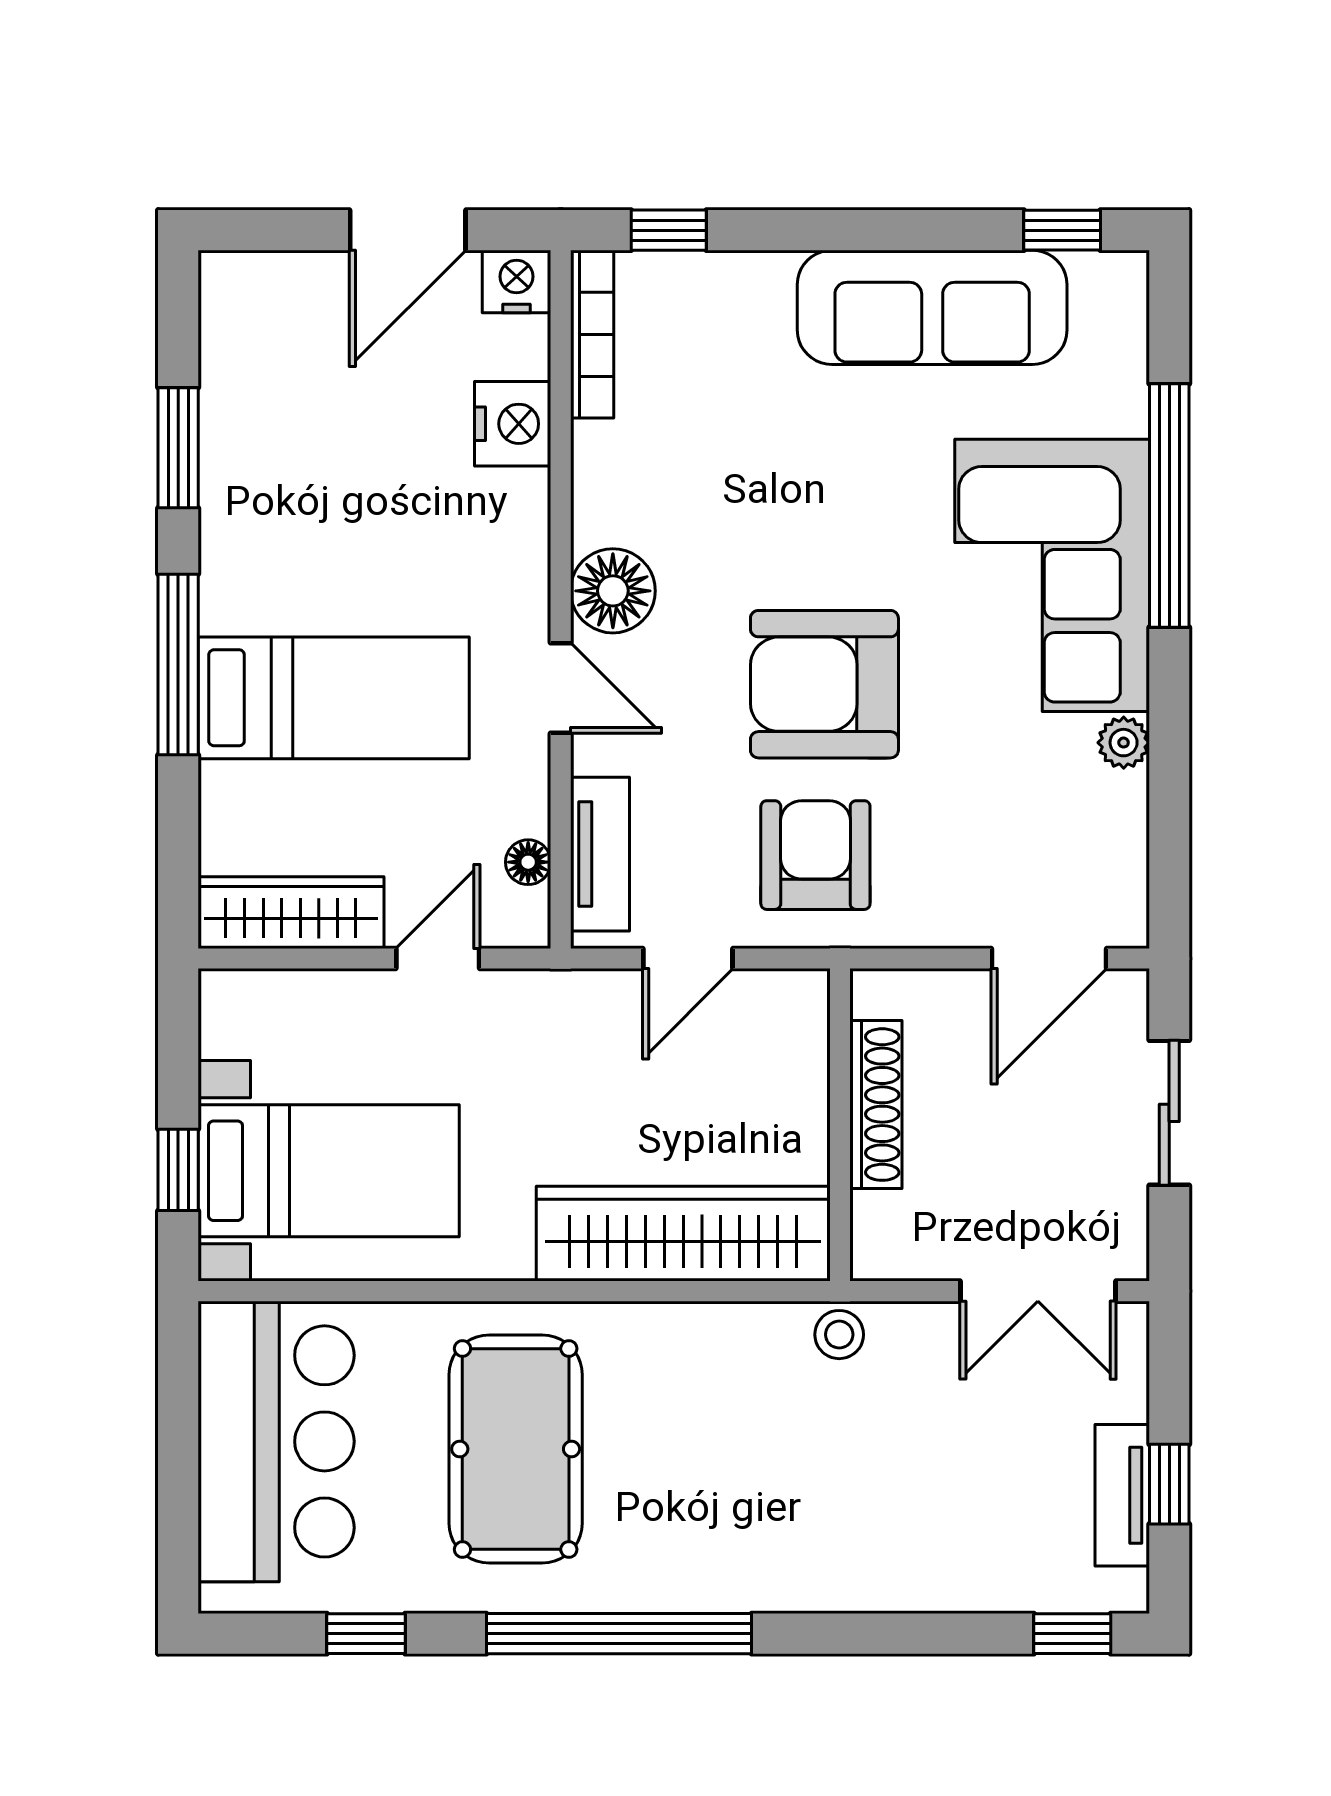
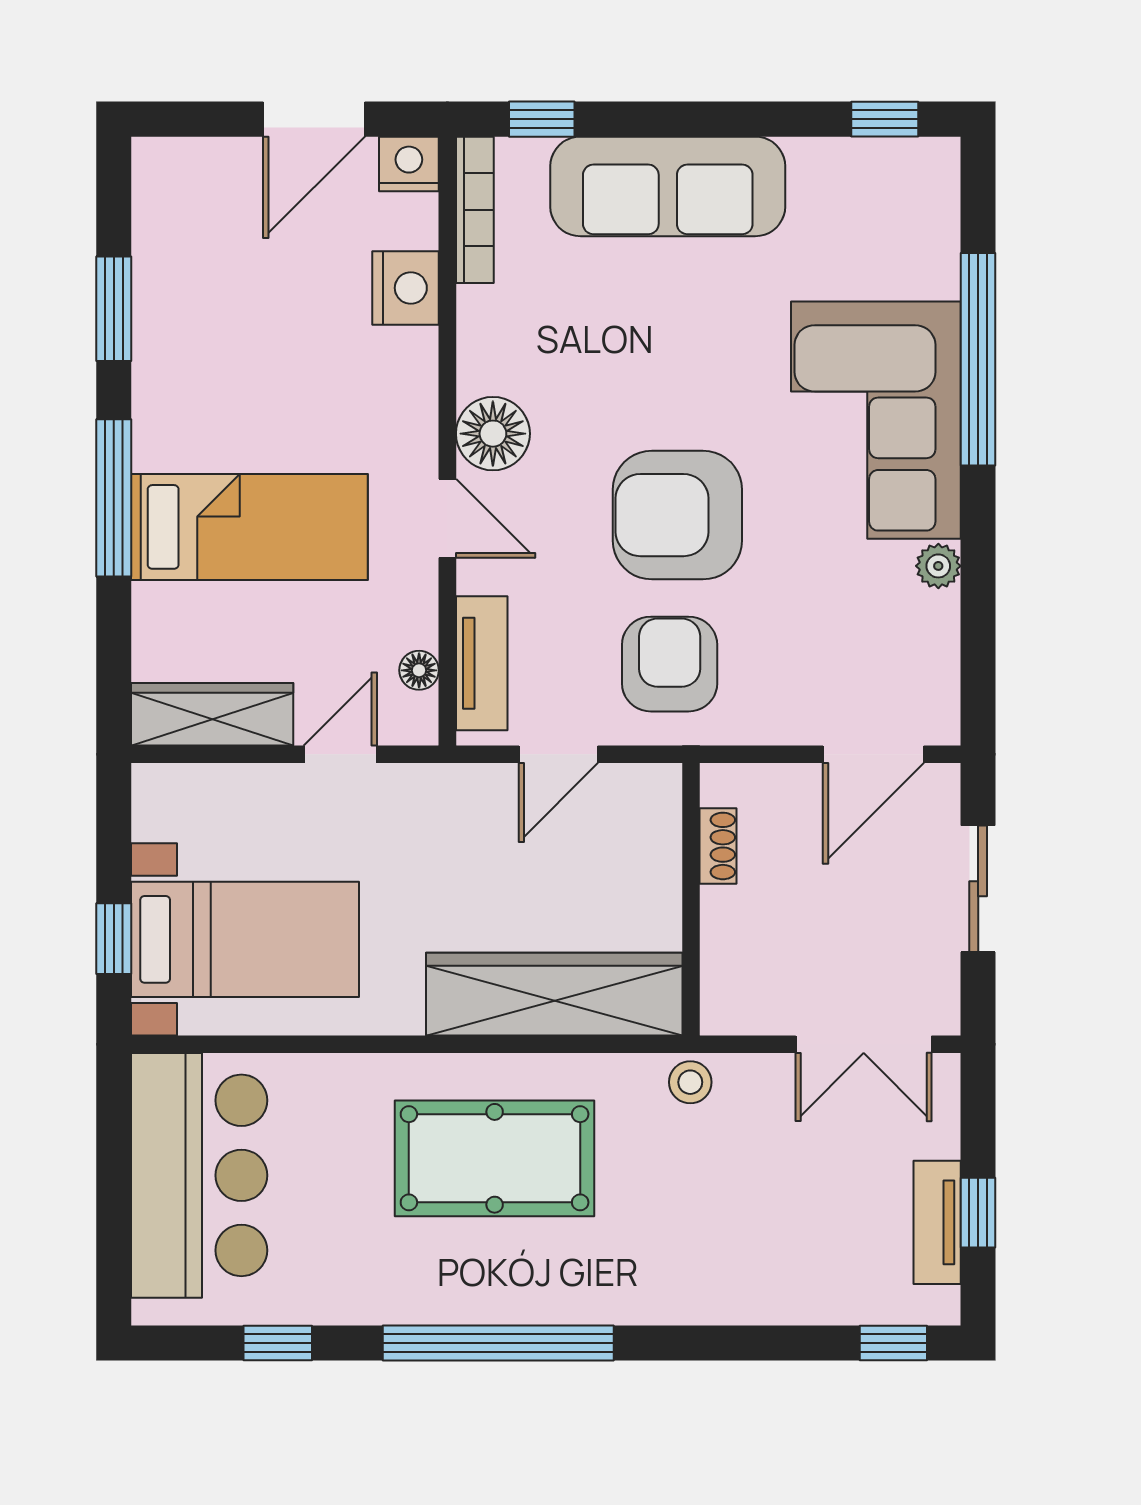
sofa: (932, 307) -> (668, 186), moved
shoe rack: (876, 1105) -> (718, 846), width x0.51, depth x0.81
pool table: (516, 1449) -> (495, 1158), moved, turned 90

